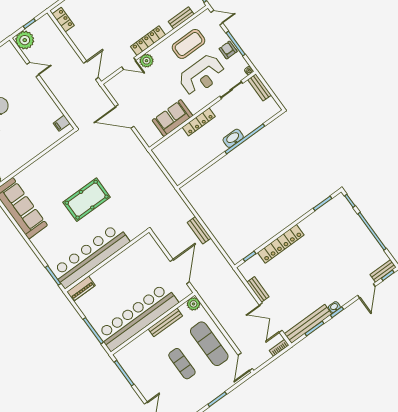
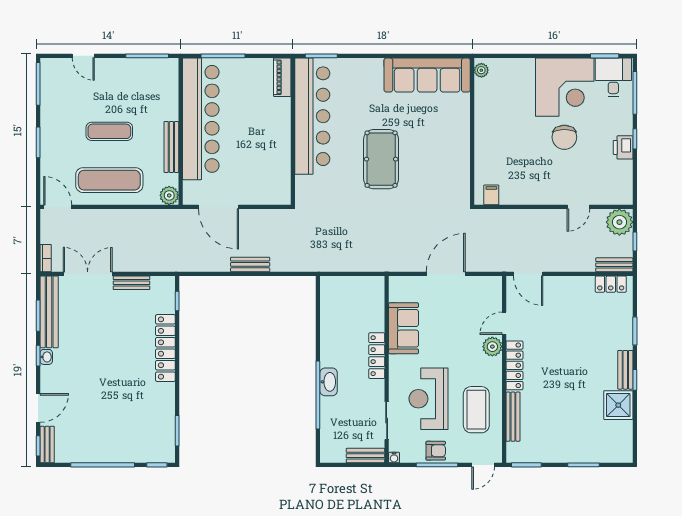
bench: (181, 18) -> (513, 417), width x1.36
bench: (51, 26) -> (614, 265), added
door: (366, 291) -> (38, 408), swing flipped

